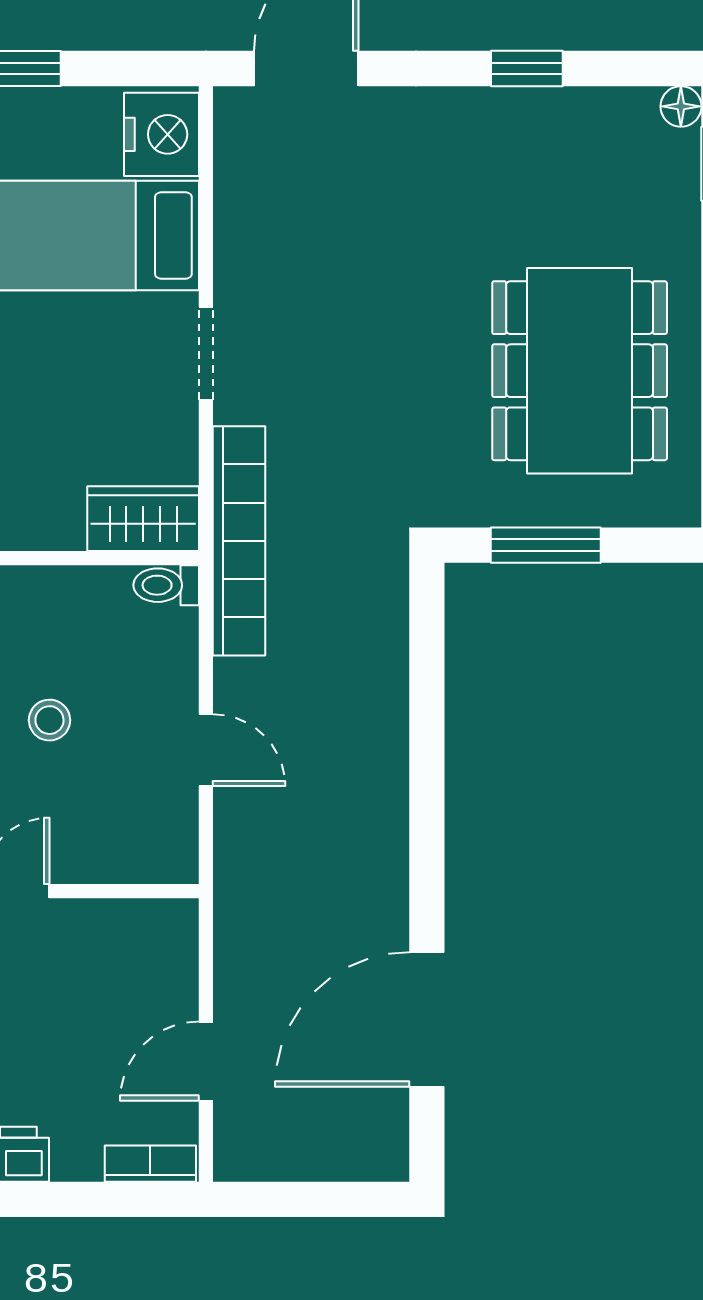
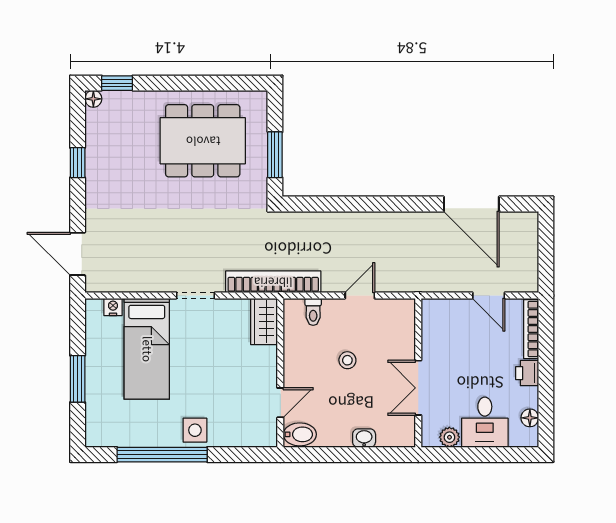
nightstand: (162, 134) -> (113, 307), width x0.53, depth x0.56
toilet: (166, 585) -> (313, 312), moved
bookcase: (150, 1164) -> (531, 329), width x1.56

